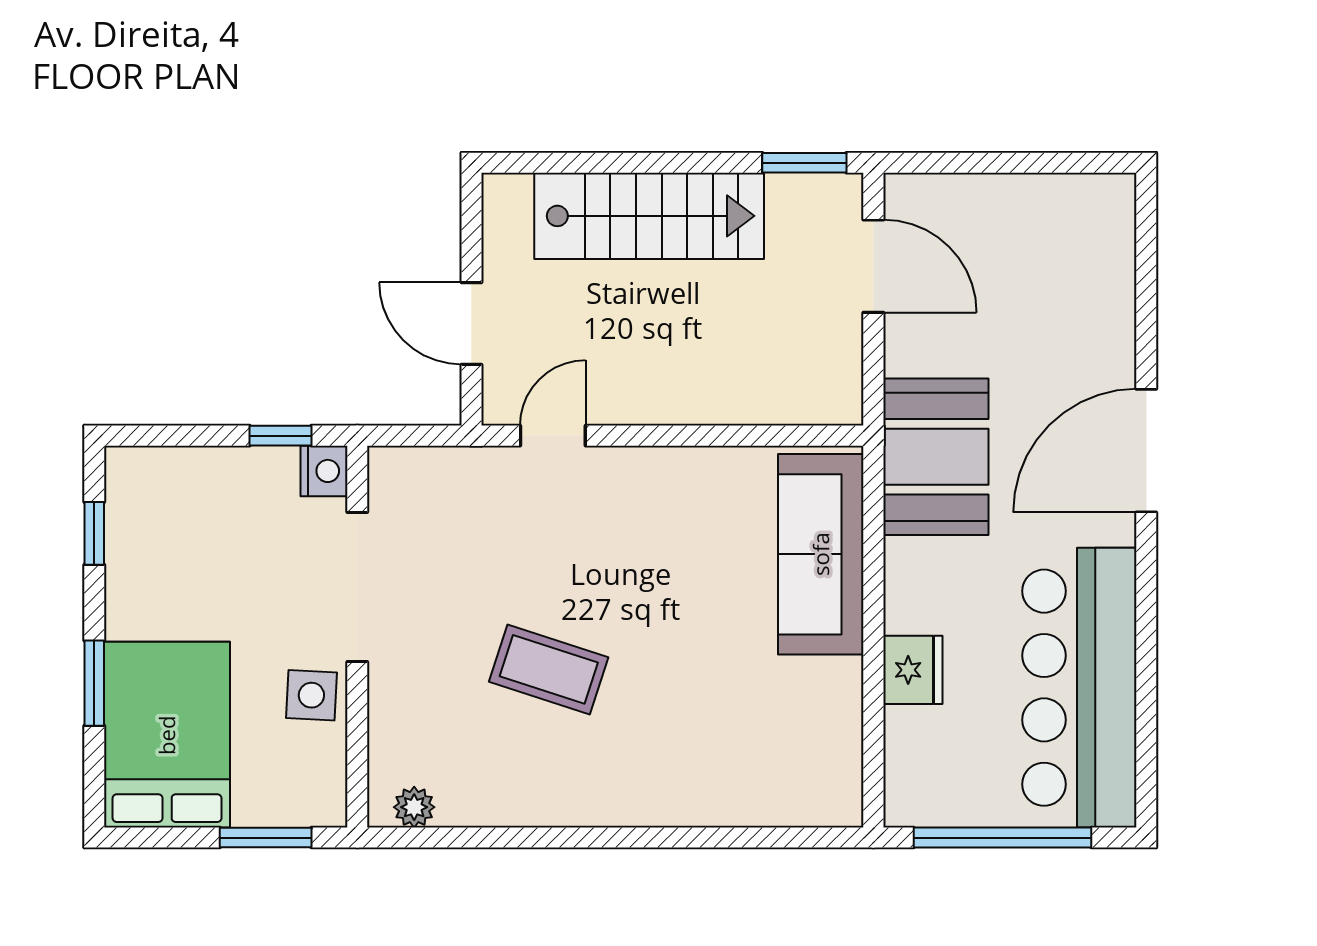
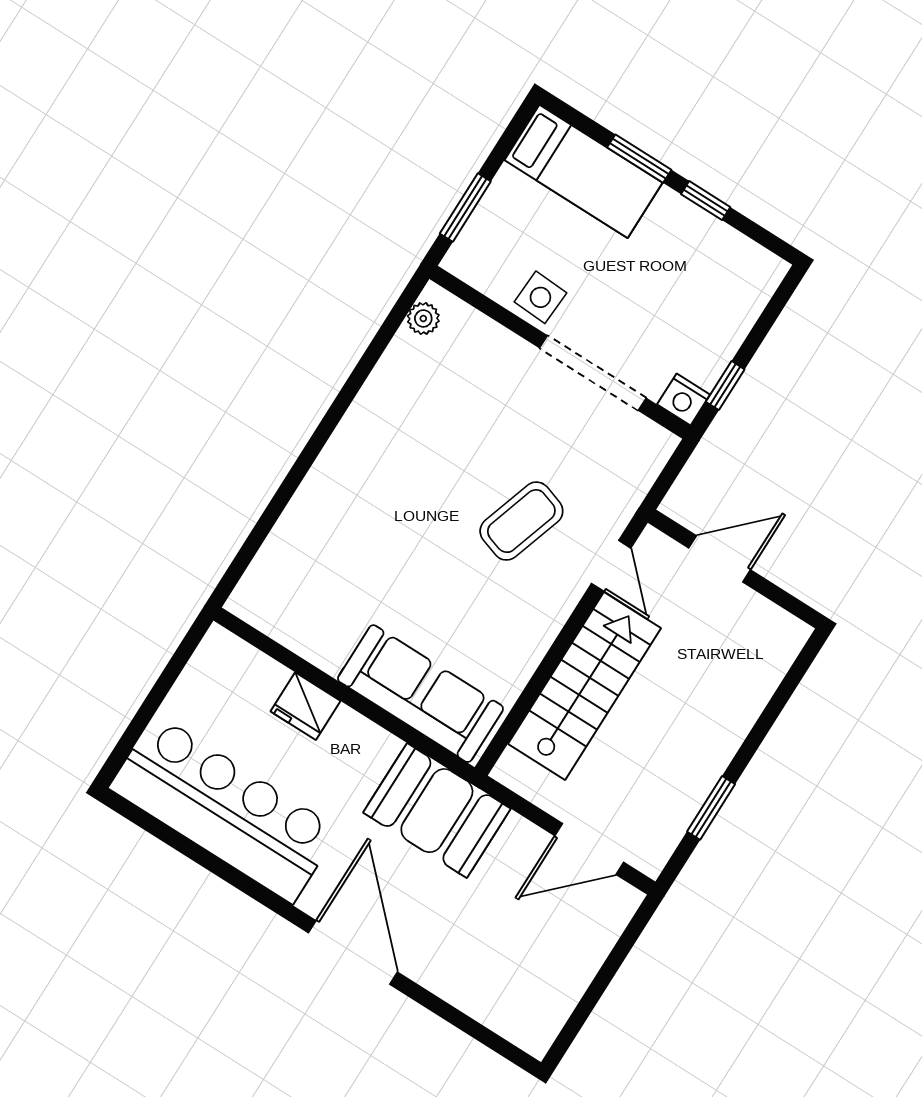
window: (804, 163) -> (711, 808), moved
stairs: (649, 216) -> (585, 686), moved, turned 180
window: (94, 533) -> (706, 201), moved
coffee table: (549, 669) -> (521, 521), moved
bed: (167, 735) -> (584, 171), width x0.67
window: (1003, 838) -> (157, 695), removed

